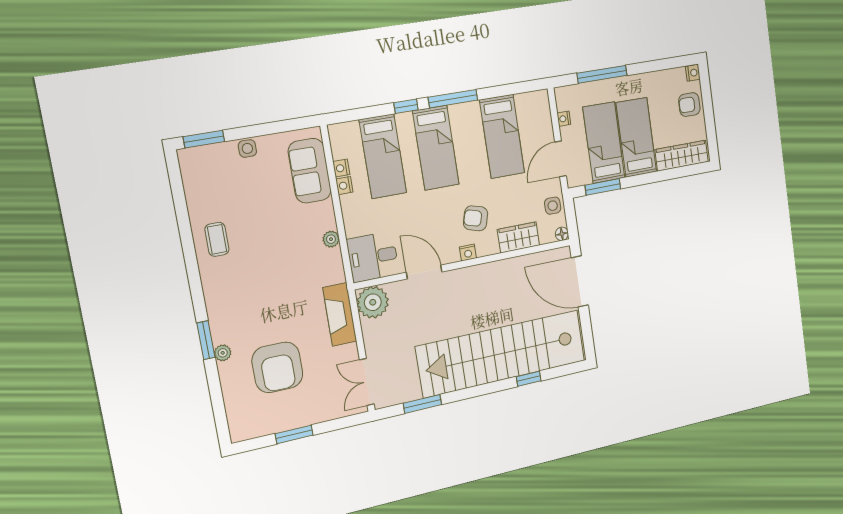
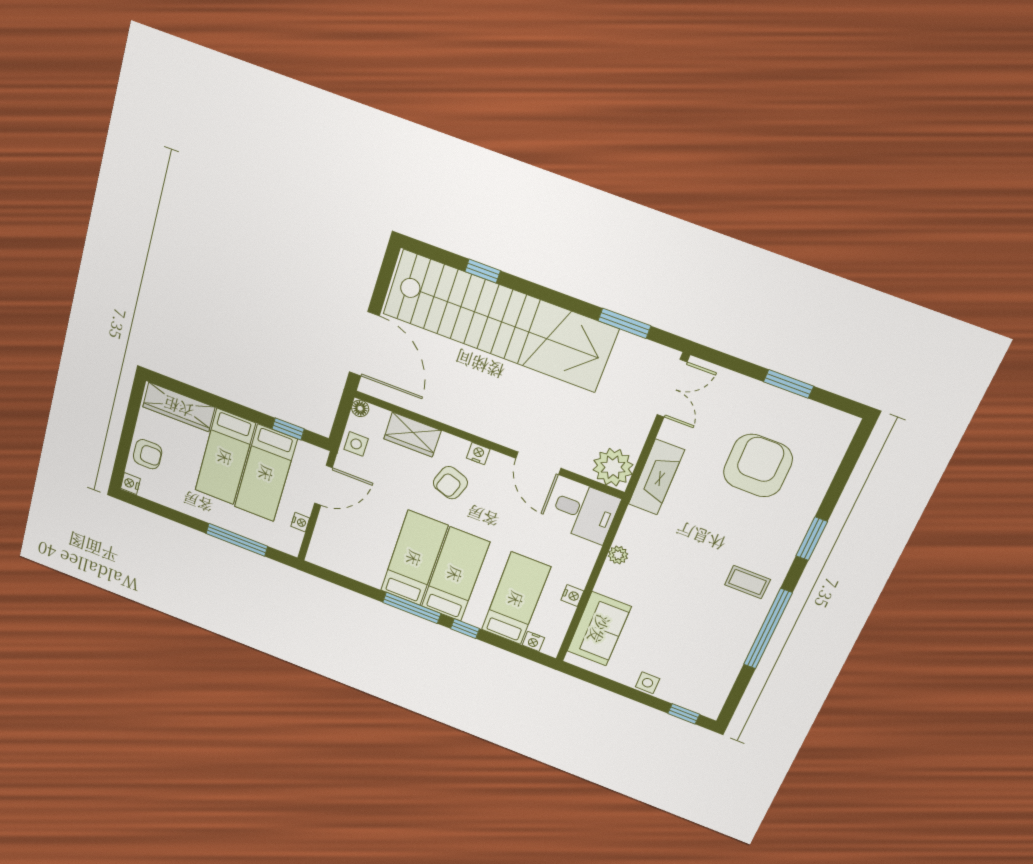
bed: (502, 136) -> (414, 558), moved
window: (204, 139) -> (684, 714), width x0.67
nightstand: (341, 168) -> (533, 641), moved, turned 90
window: (603, 187) -> (288, 429), width x0.67
armchair: (476, 218) -> (450, 483), turned 93
coffee table: (217, 239) -> (747, 582), moved, turned 90
window: (189, 252) -> (768, 629), added
plant: (223, 353) -> (804, 516), removed

